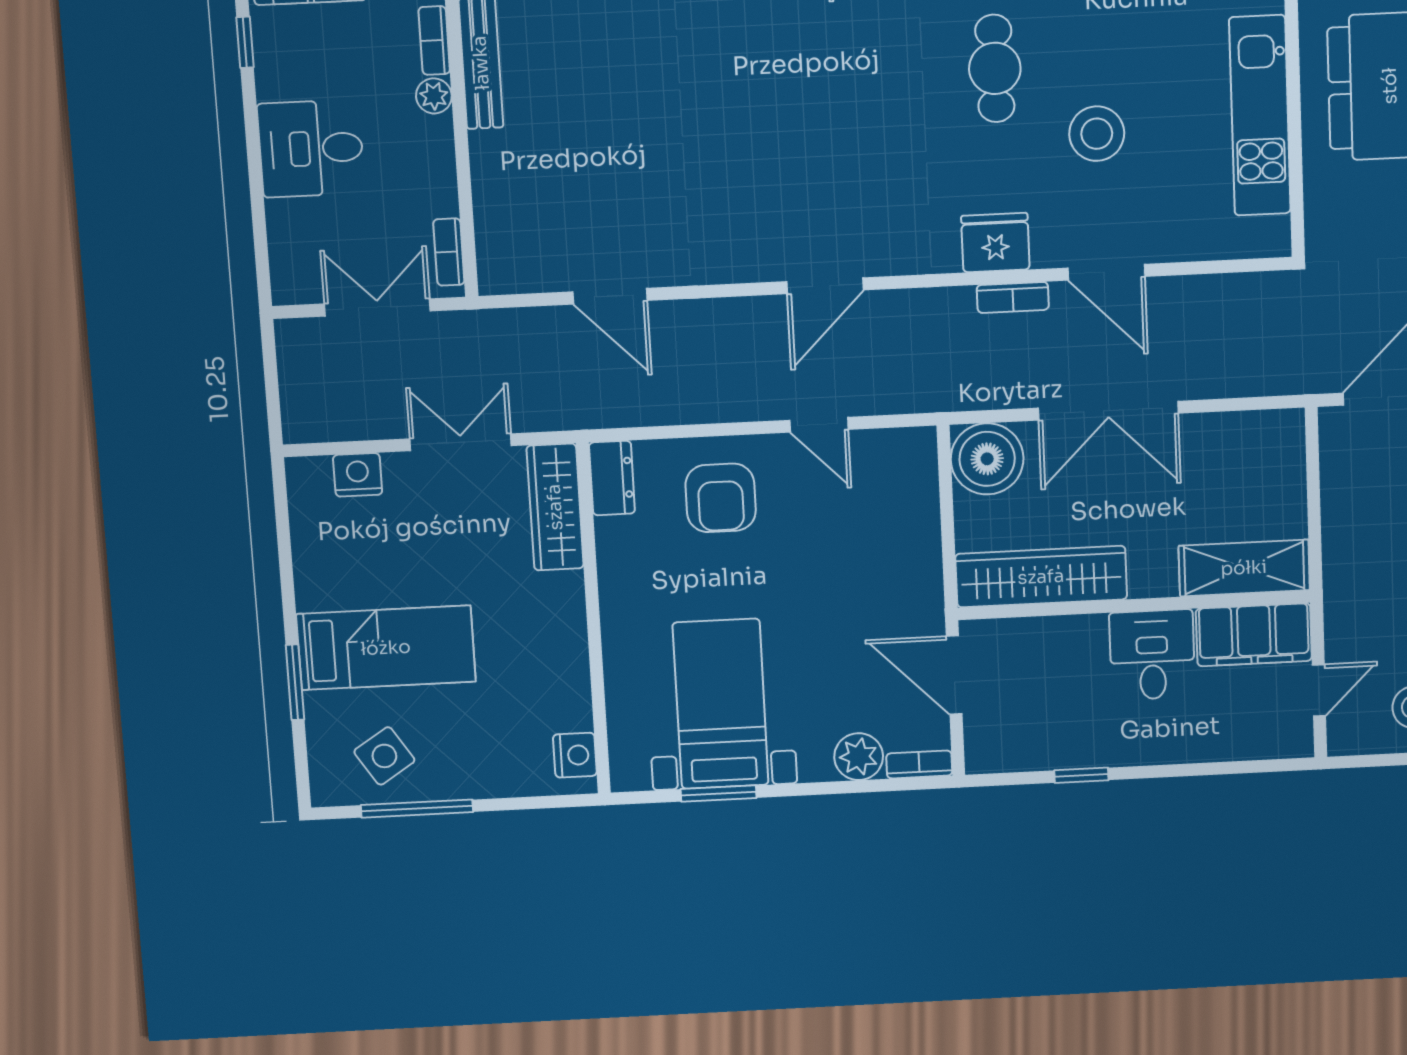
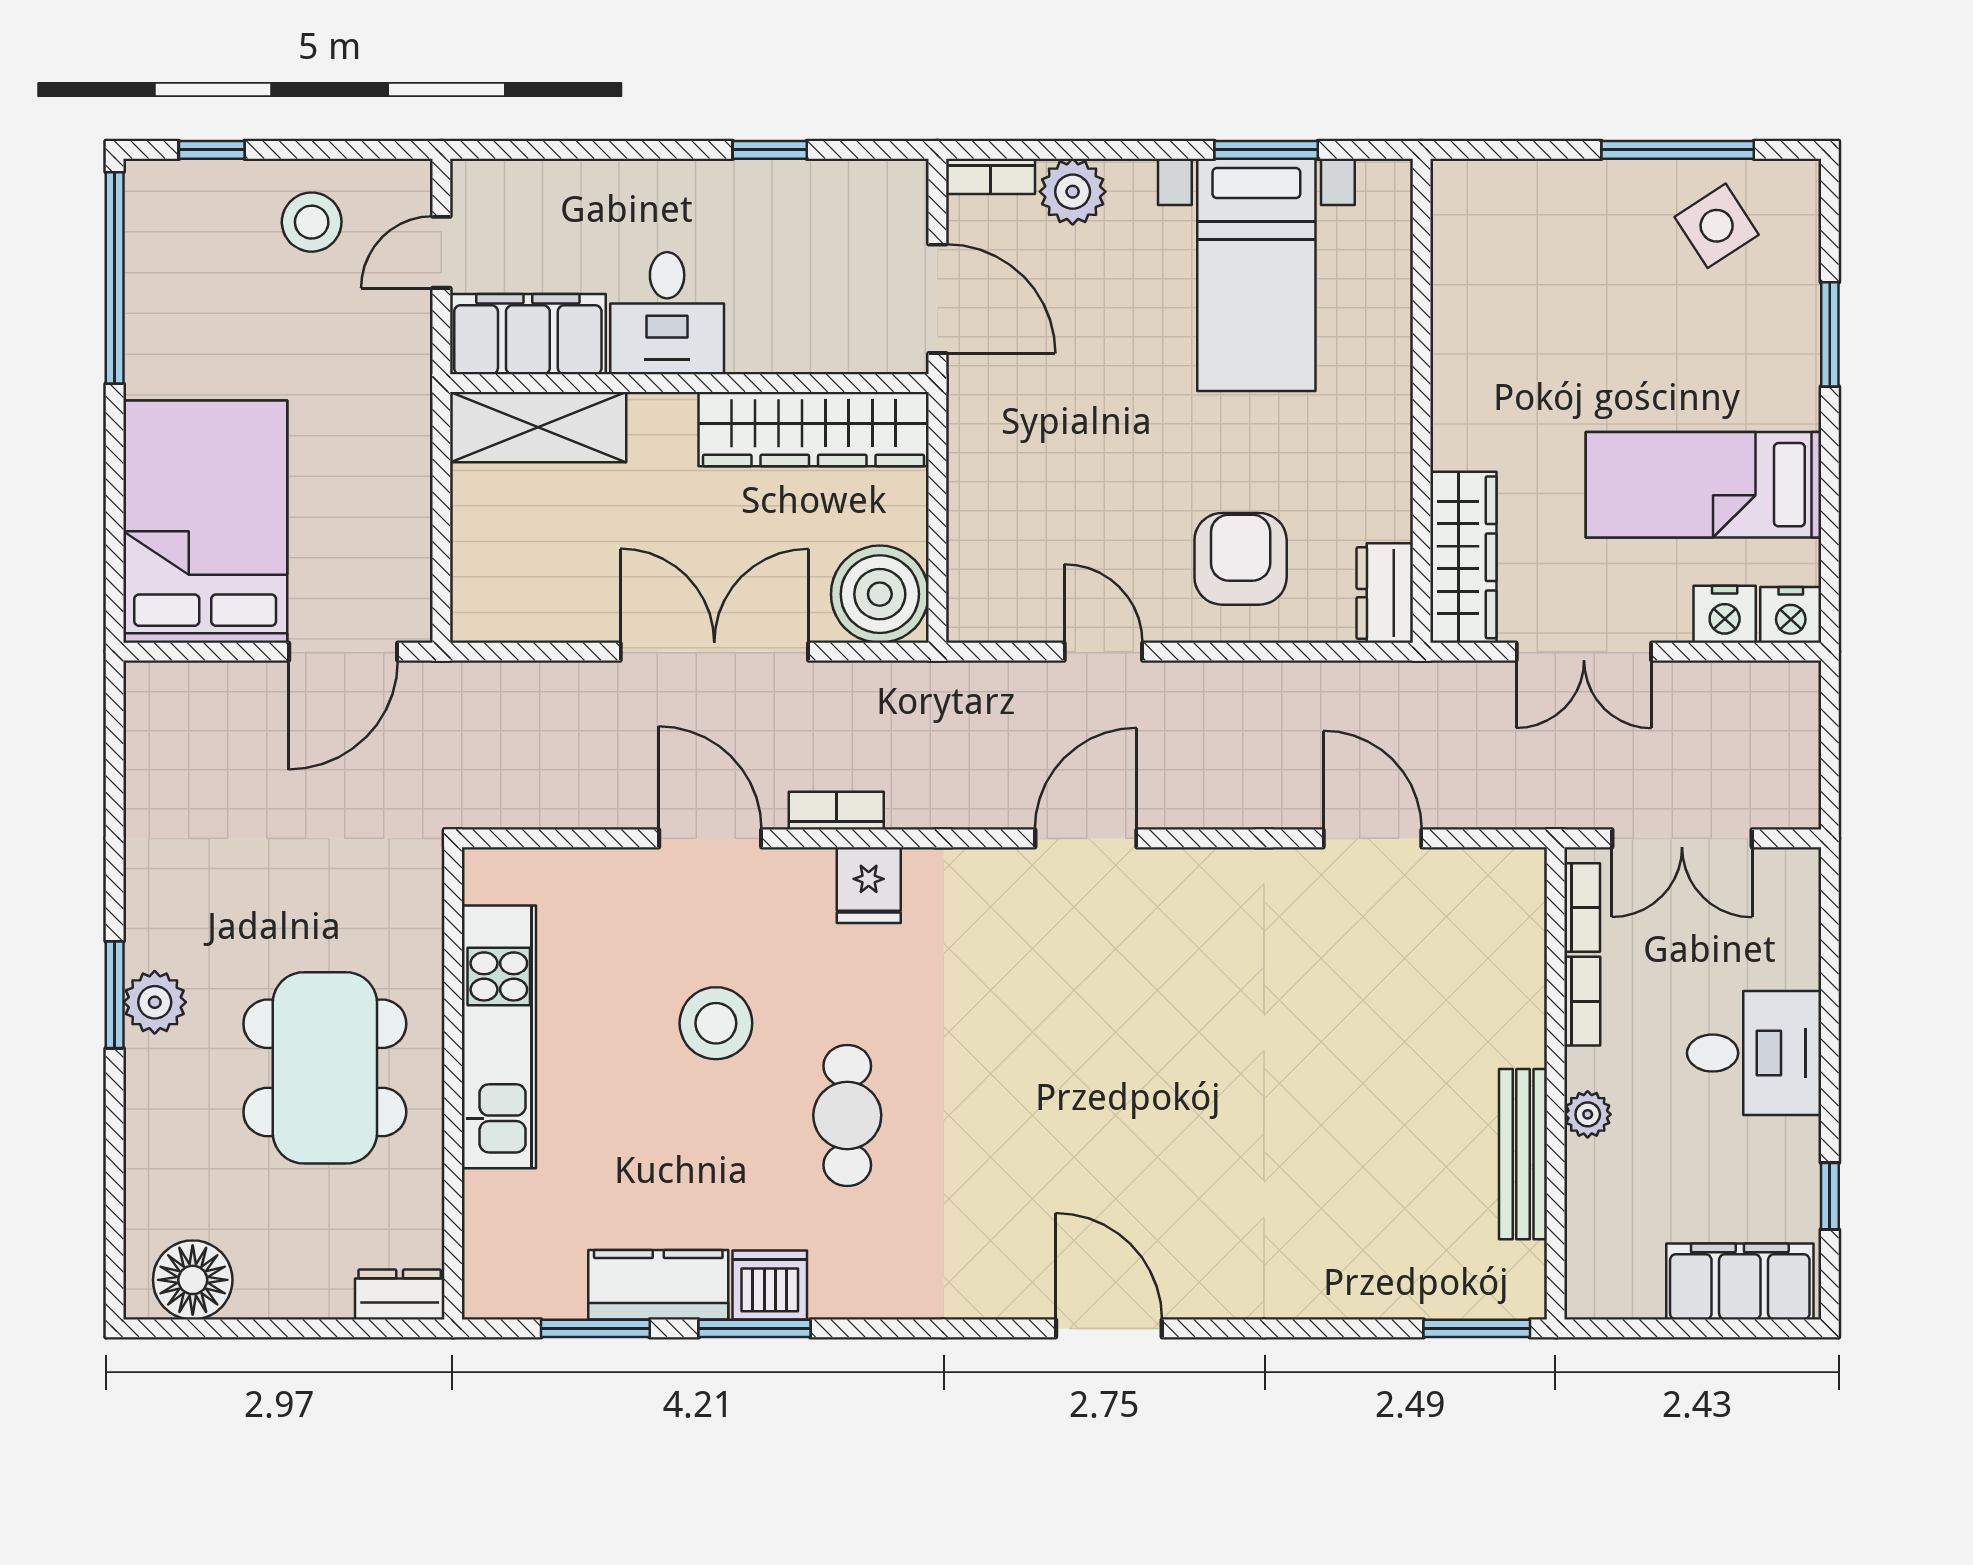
bookcase: (434, 40) -> (1582, 1001), moved
fridge: (995, 243) -> (869, 885), width x0.72
bed: (386, 648) -> (1704, 485), moved
nightstand: (575, 755) -> (1791, 615), moved, turned -90

